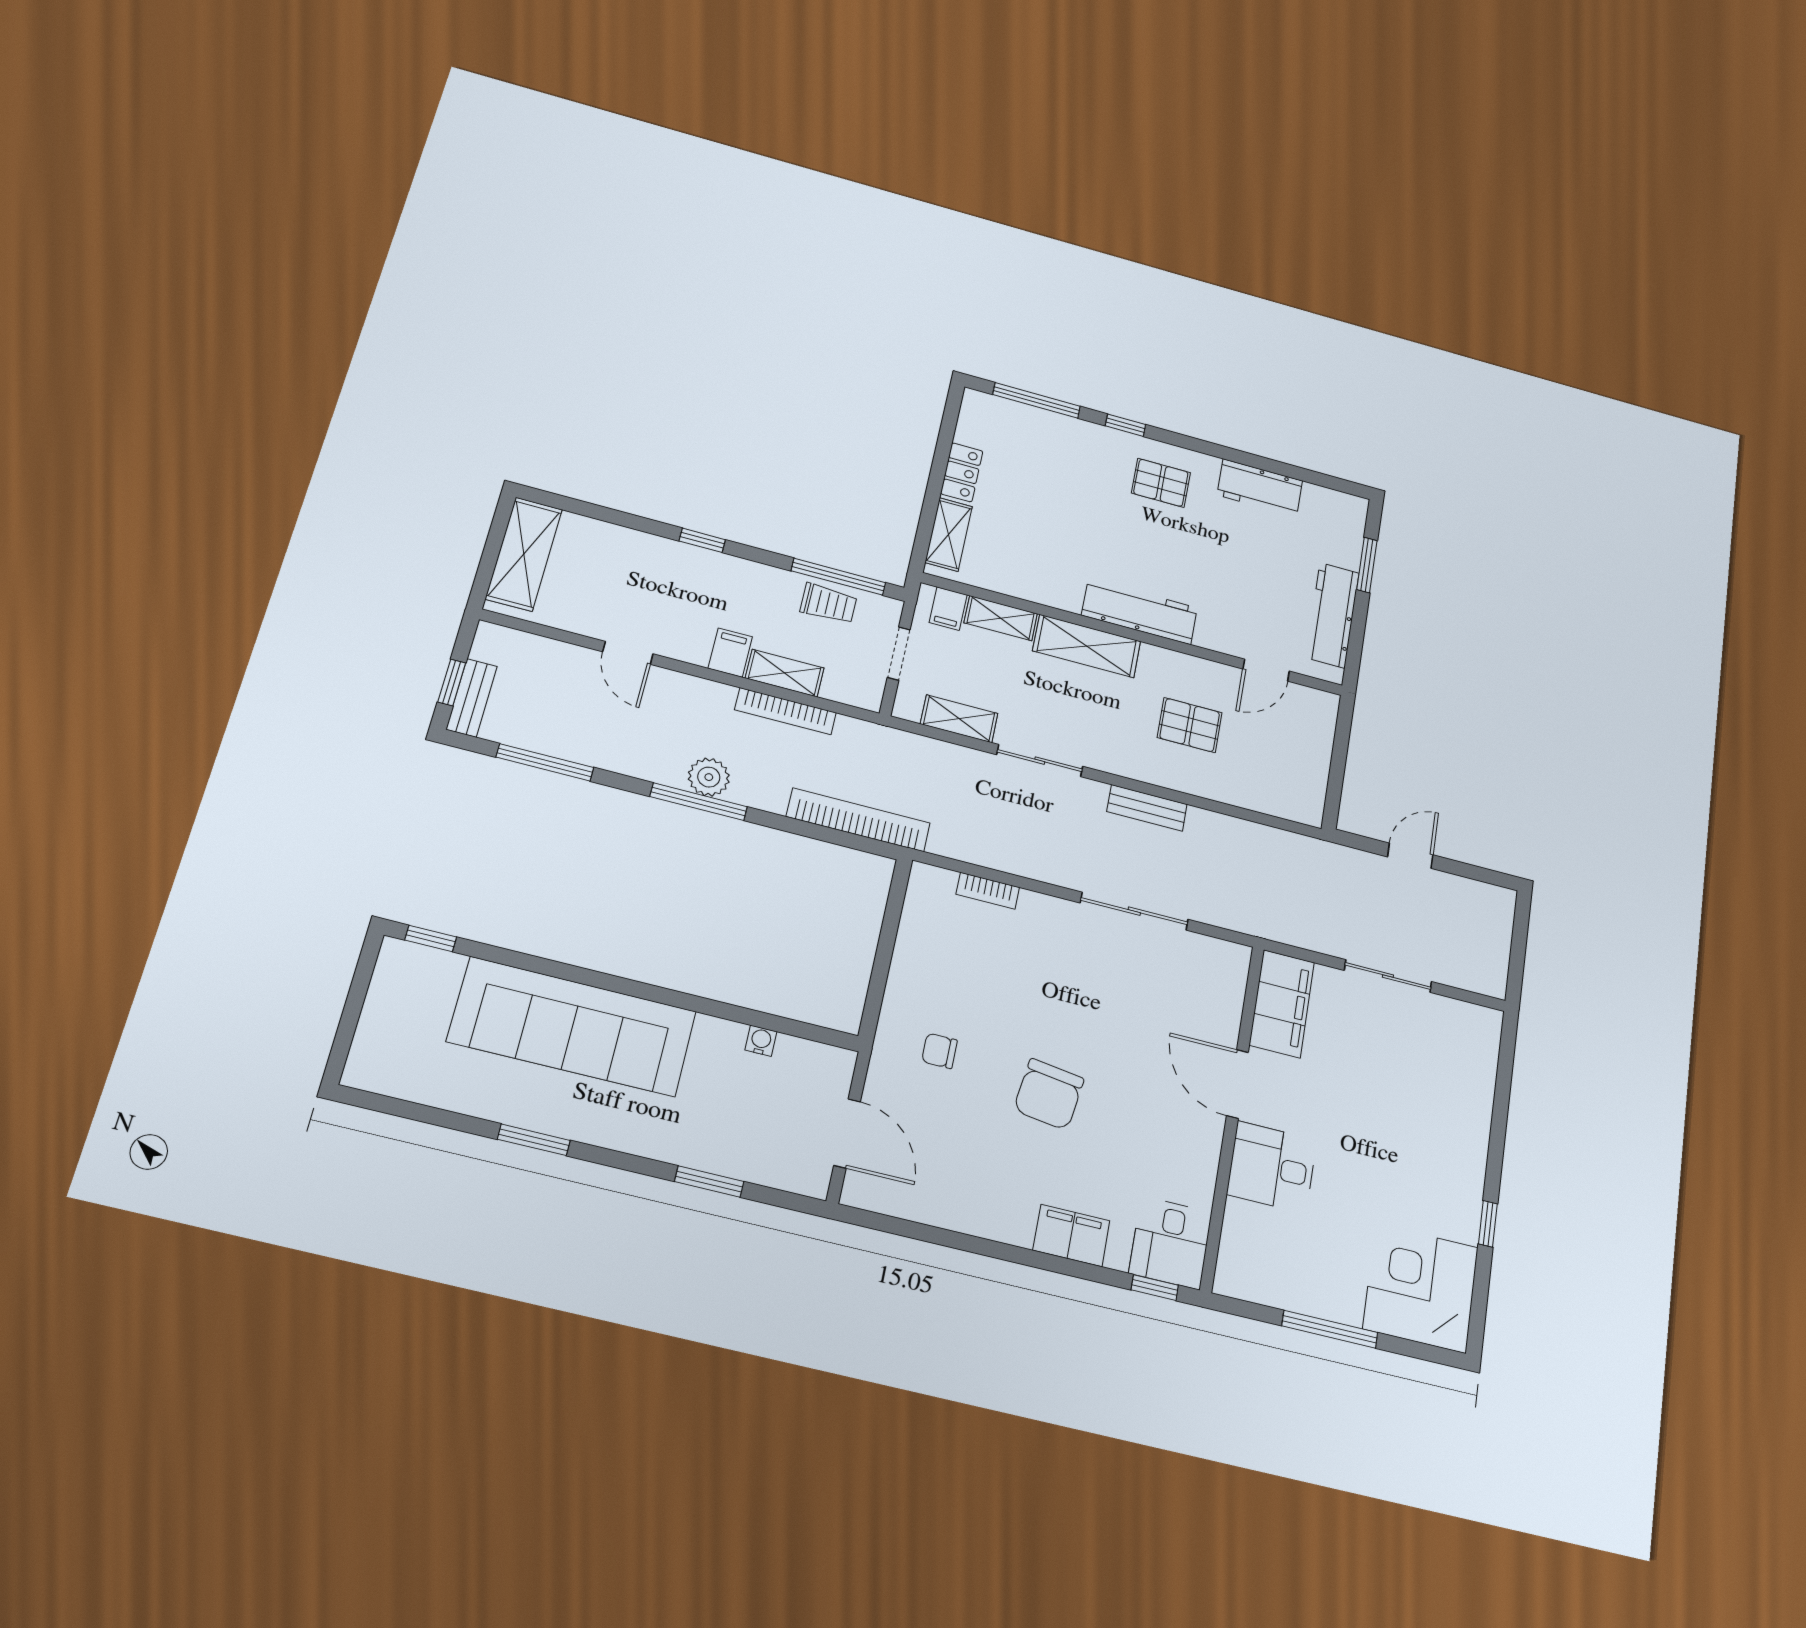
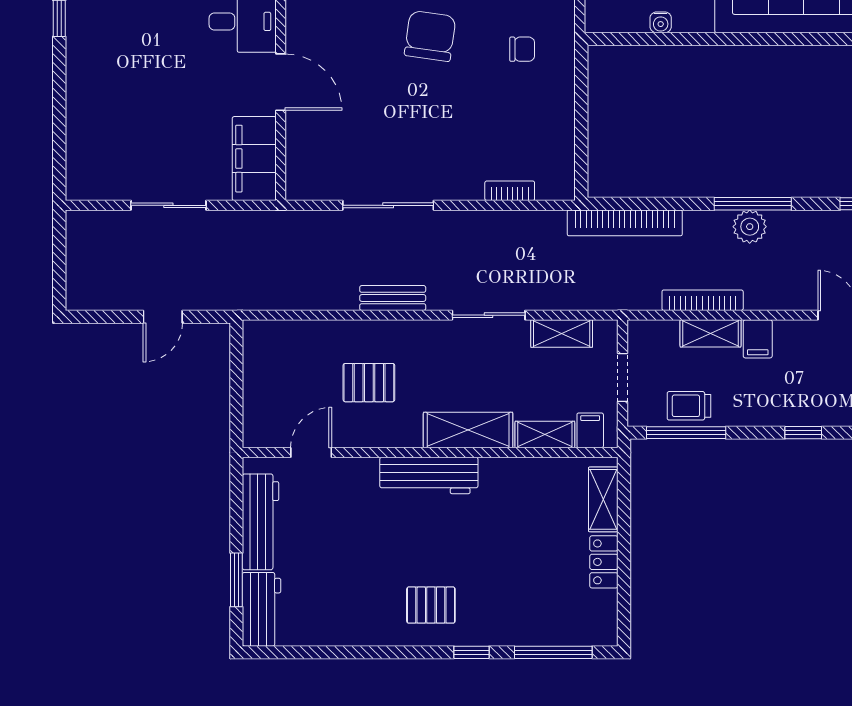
workbench: (1260, 488) -> (262, 609), moved, turned 90

